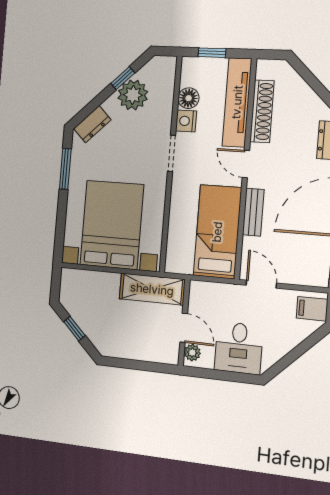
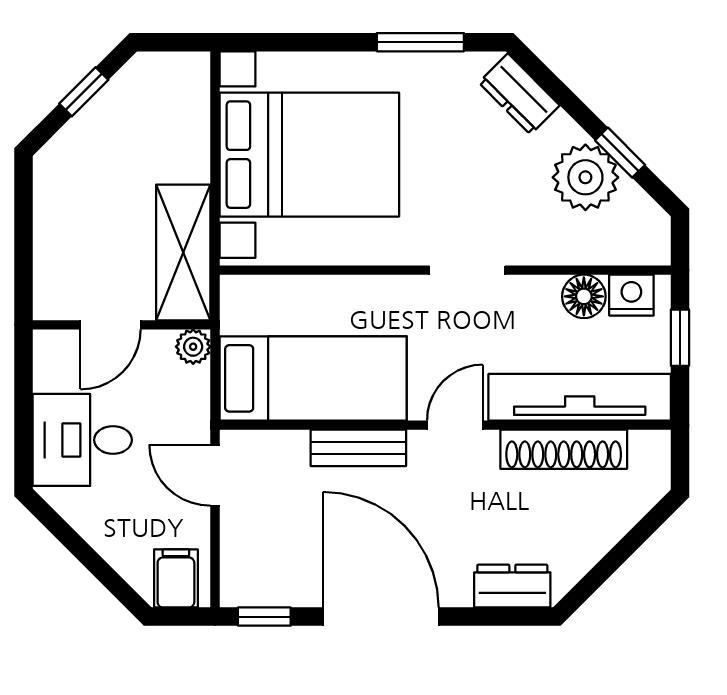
nightstand: (186, 121) -> (631, 295), moved
door: (261, 284) -> (215, 475), swing flipped
plant: (192, 353) -> (193, 347), moved

